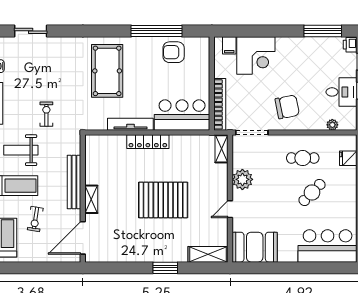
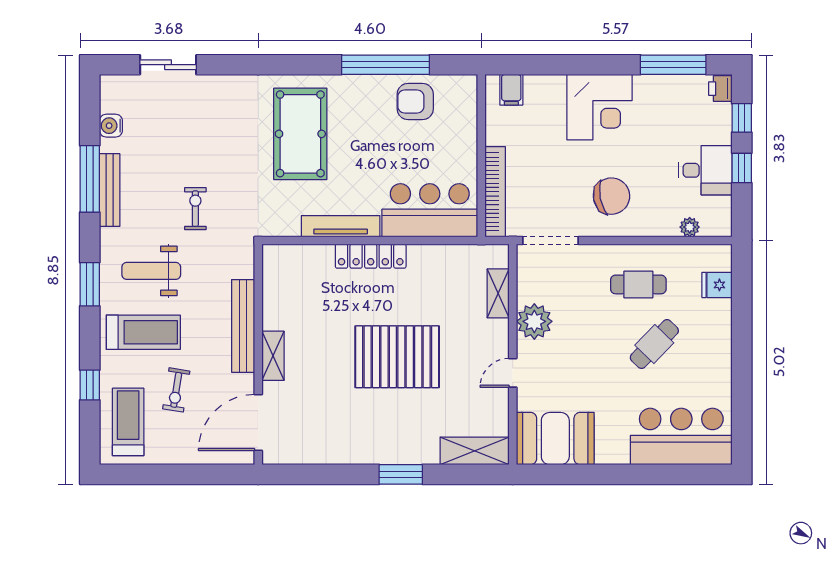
corner desk: (256, 55) -> (599, 107), moved
shelving: (222, 149) -> (498, 293), moved

